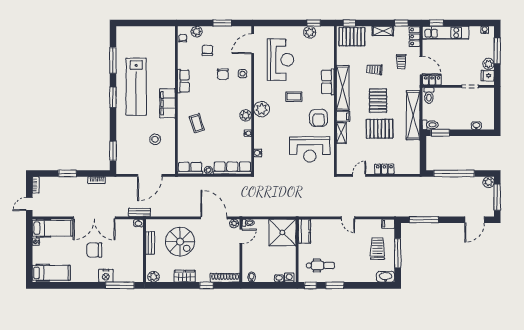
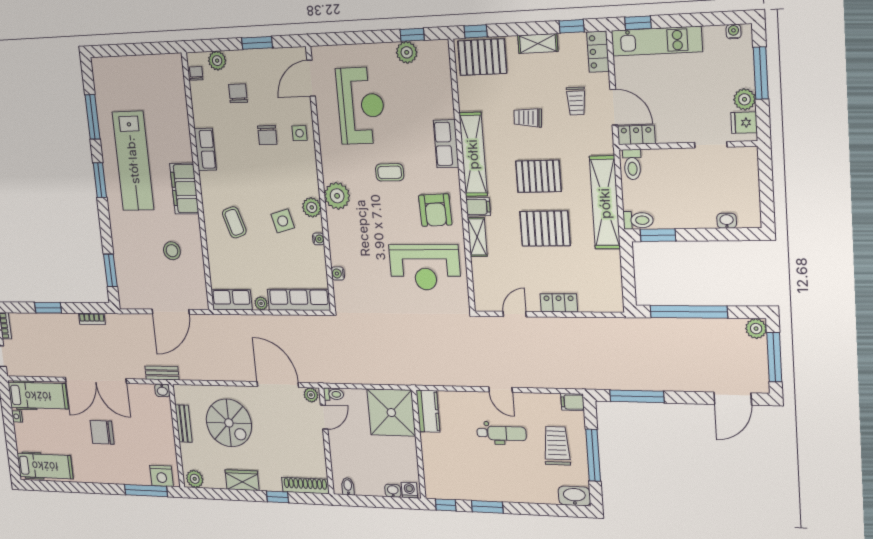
pallet: (378, 101) -> (538, 176), turned 90
side table: (227, 123) -> (283, 221), added
dental chair: (320, 265) -> (502, 433), moved
nightstand: (106, 276) -> (162, 476), moved

